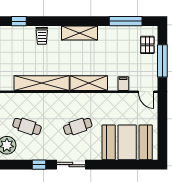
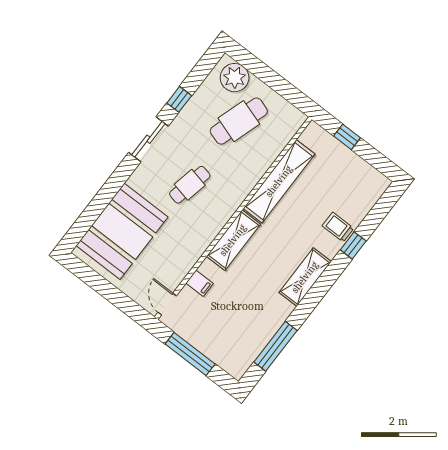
window: (19, 21) -> (353, 245), moved
pallet: (147, 45) -> (225, 351), removed
door: (146, 92) -> (167, 304), hinge flipped
cafe table: (27, 126) -> (239, 121), width x1.37, depth x1.35
cafe table: (78, 126) -> (190, 185), turned 30

